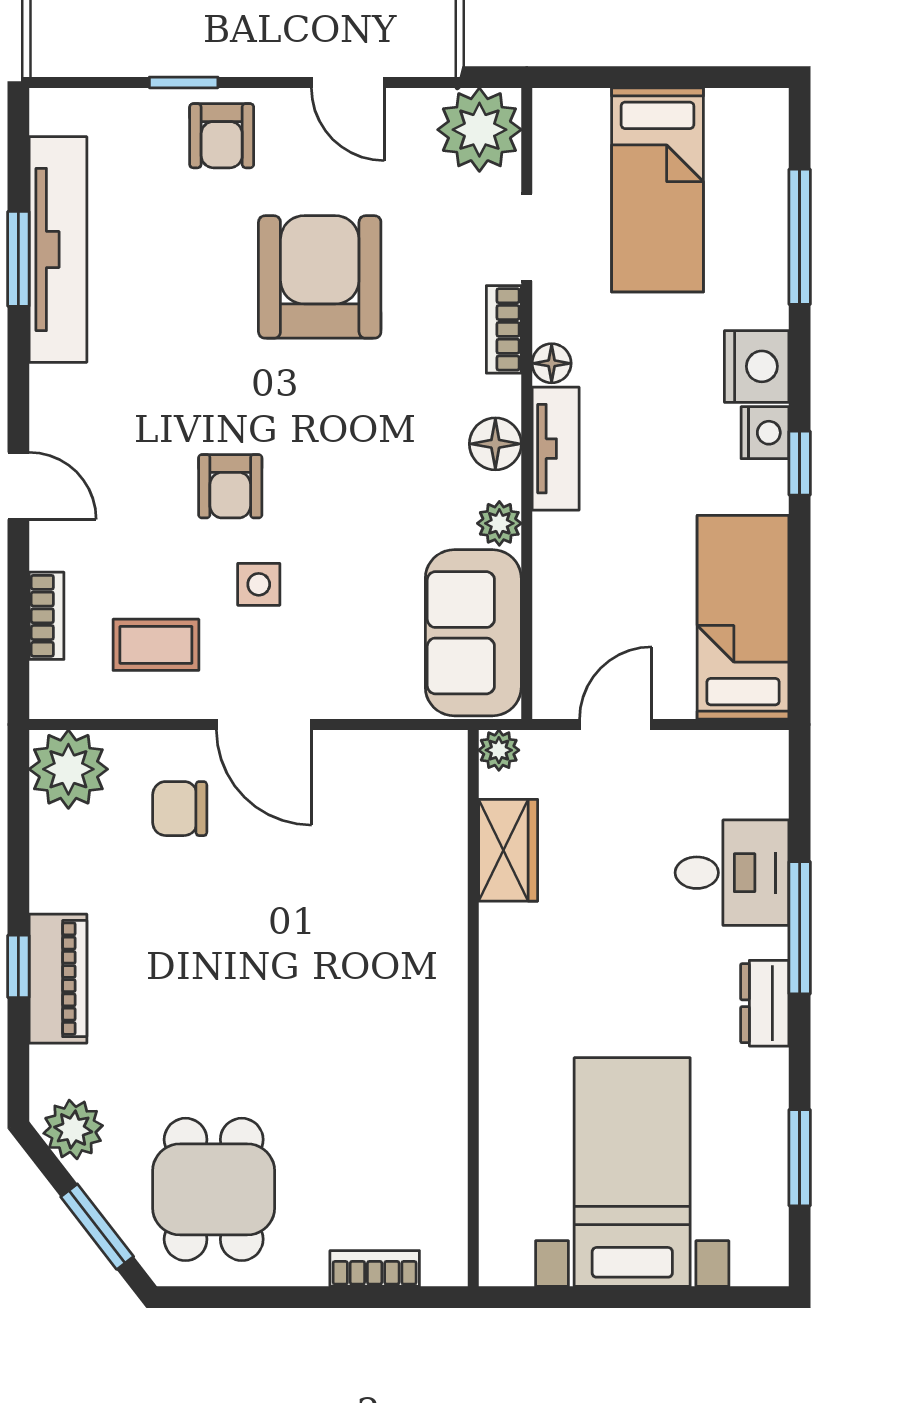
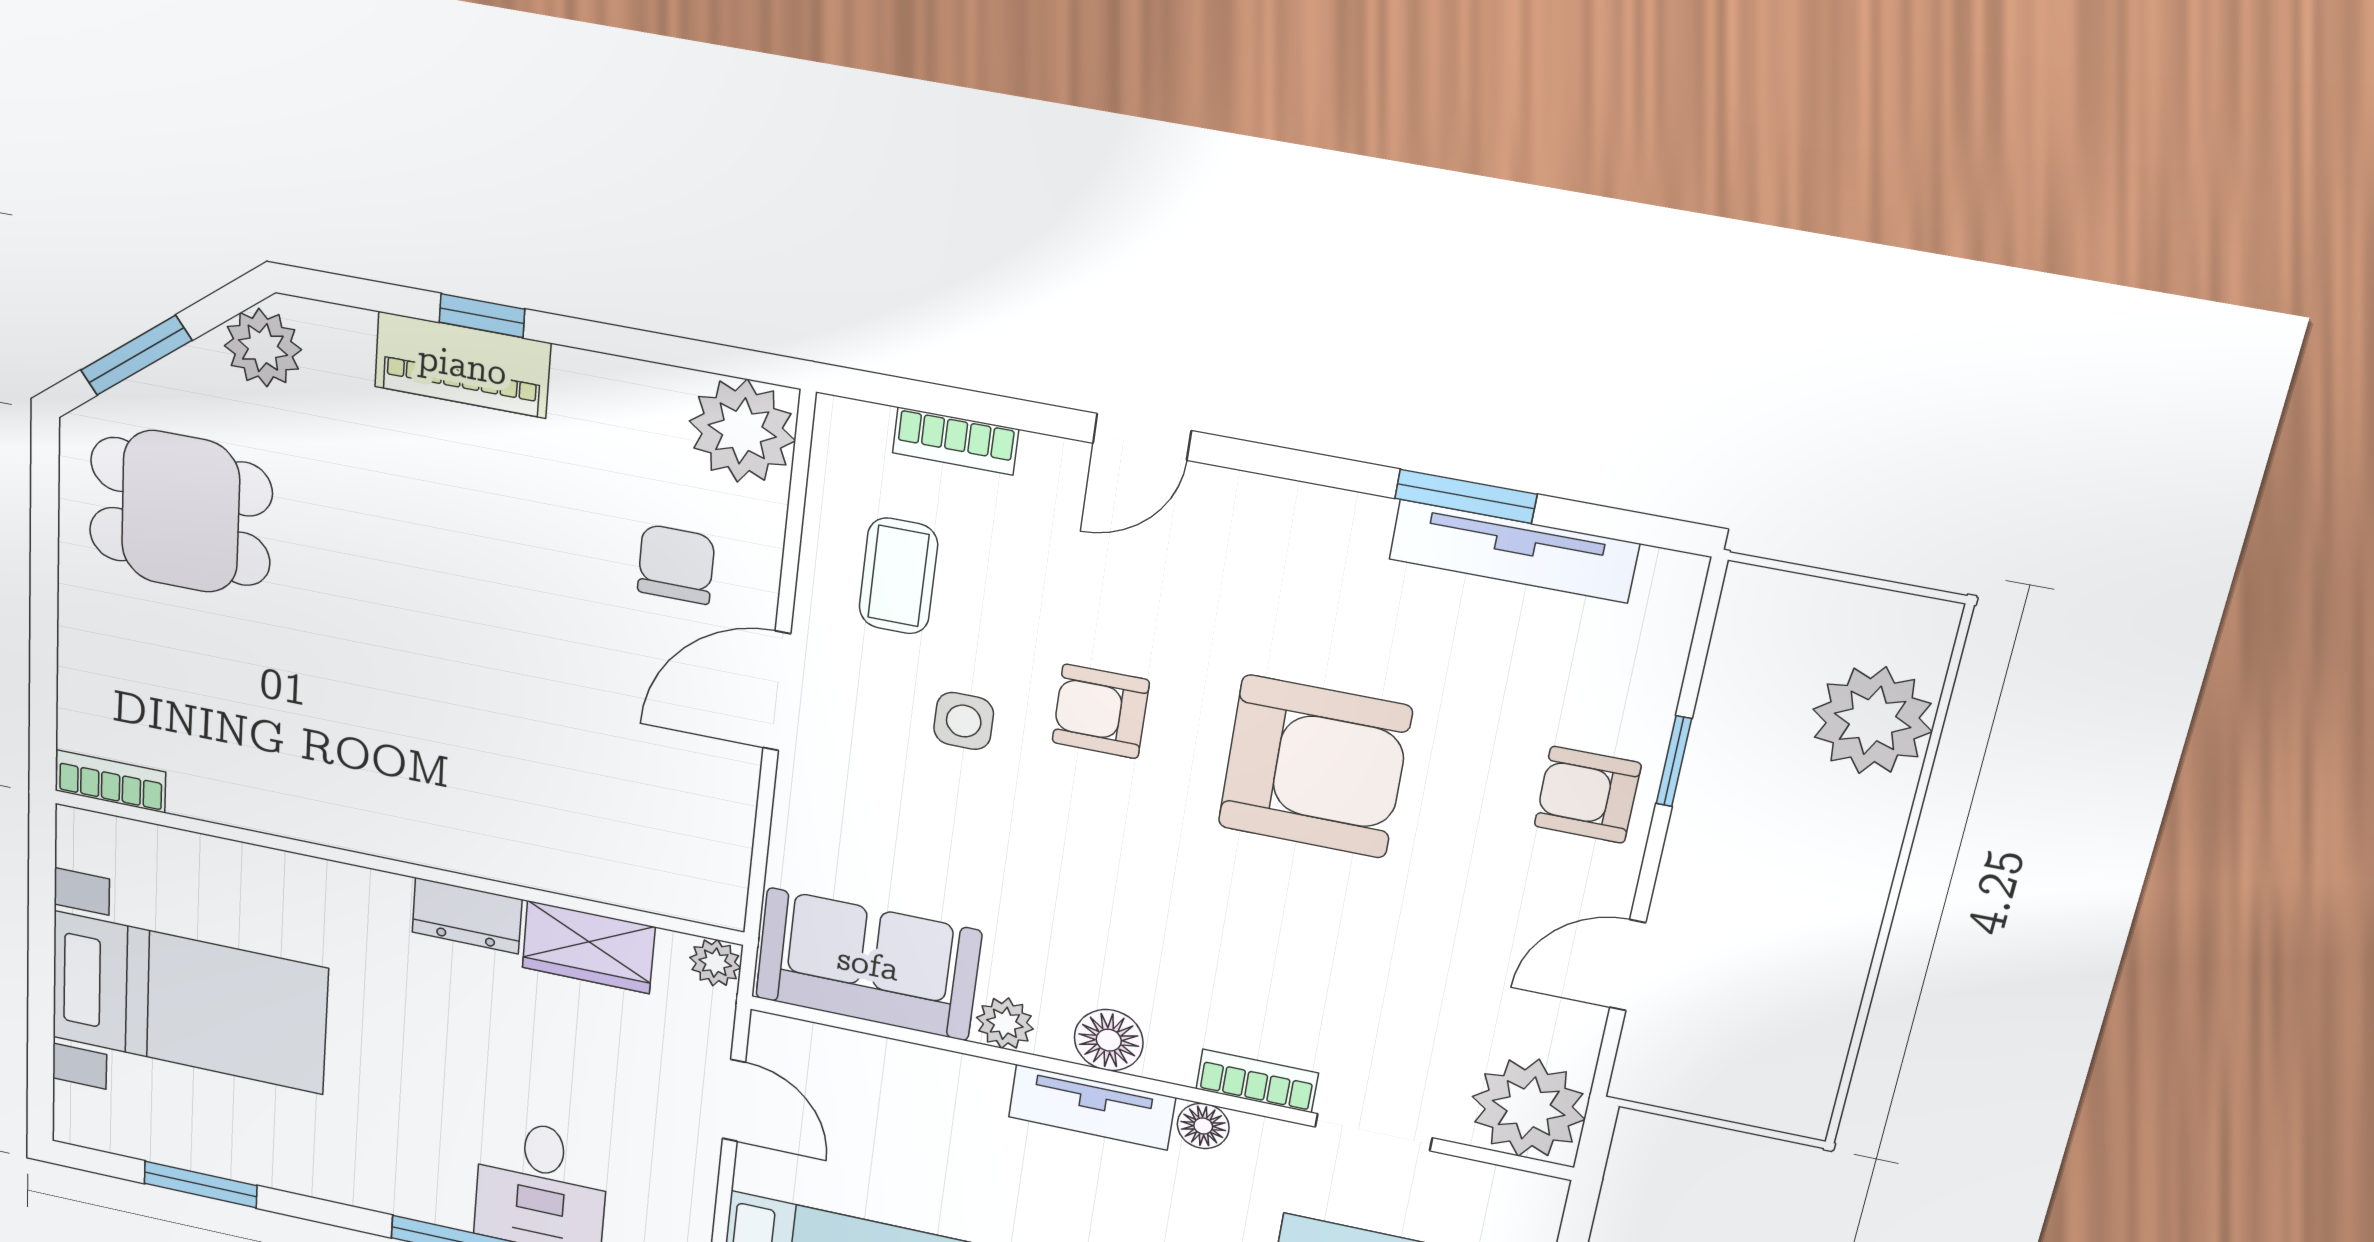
tv unit: (58, 250) -> (1514, 551), width x0.73, depth x0.78
armchair: (320, 277) -> (1315, 767), moved
dresser: (765, 1003) -> (467, 916), moved, turned 180
bookcase: (375, 1268) -> (111, 781), moved, turned -90

